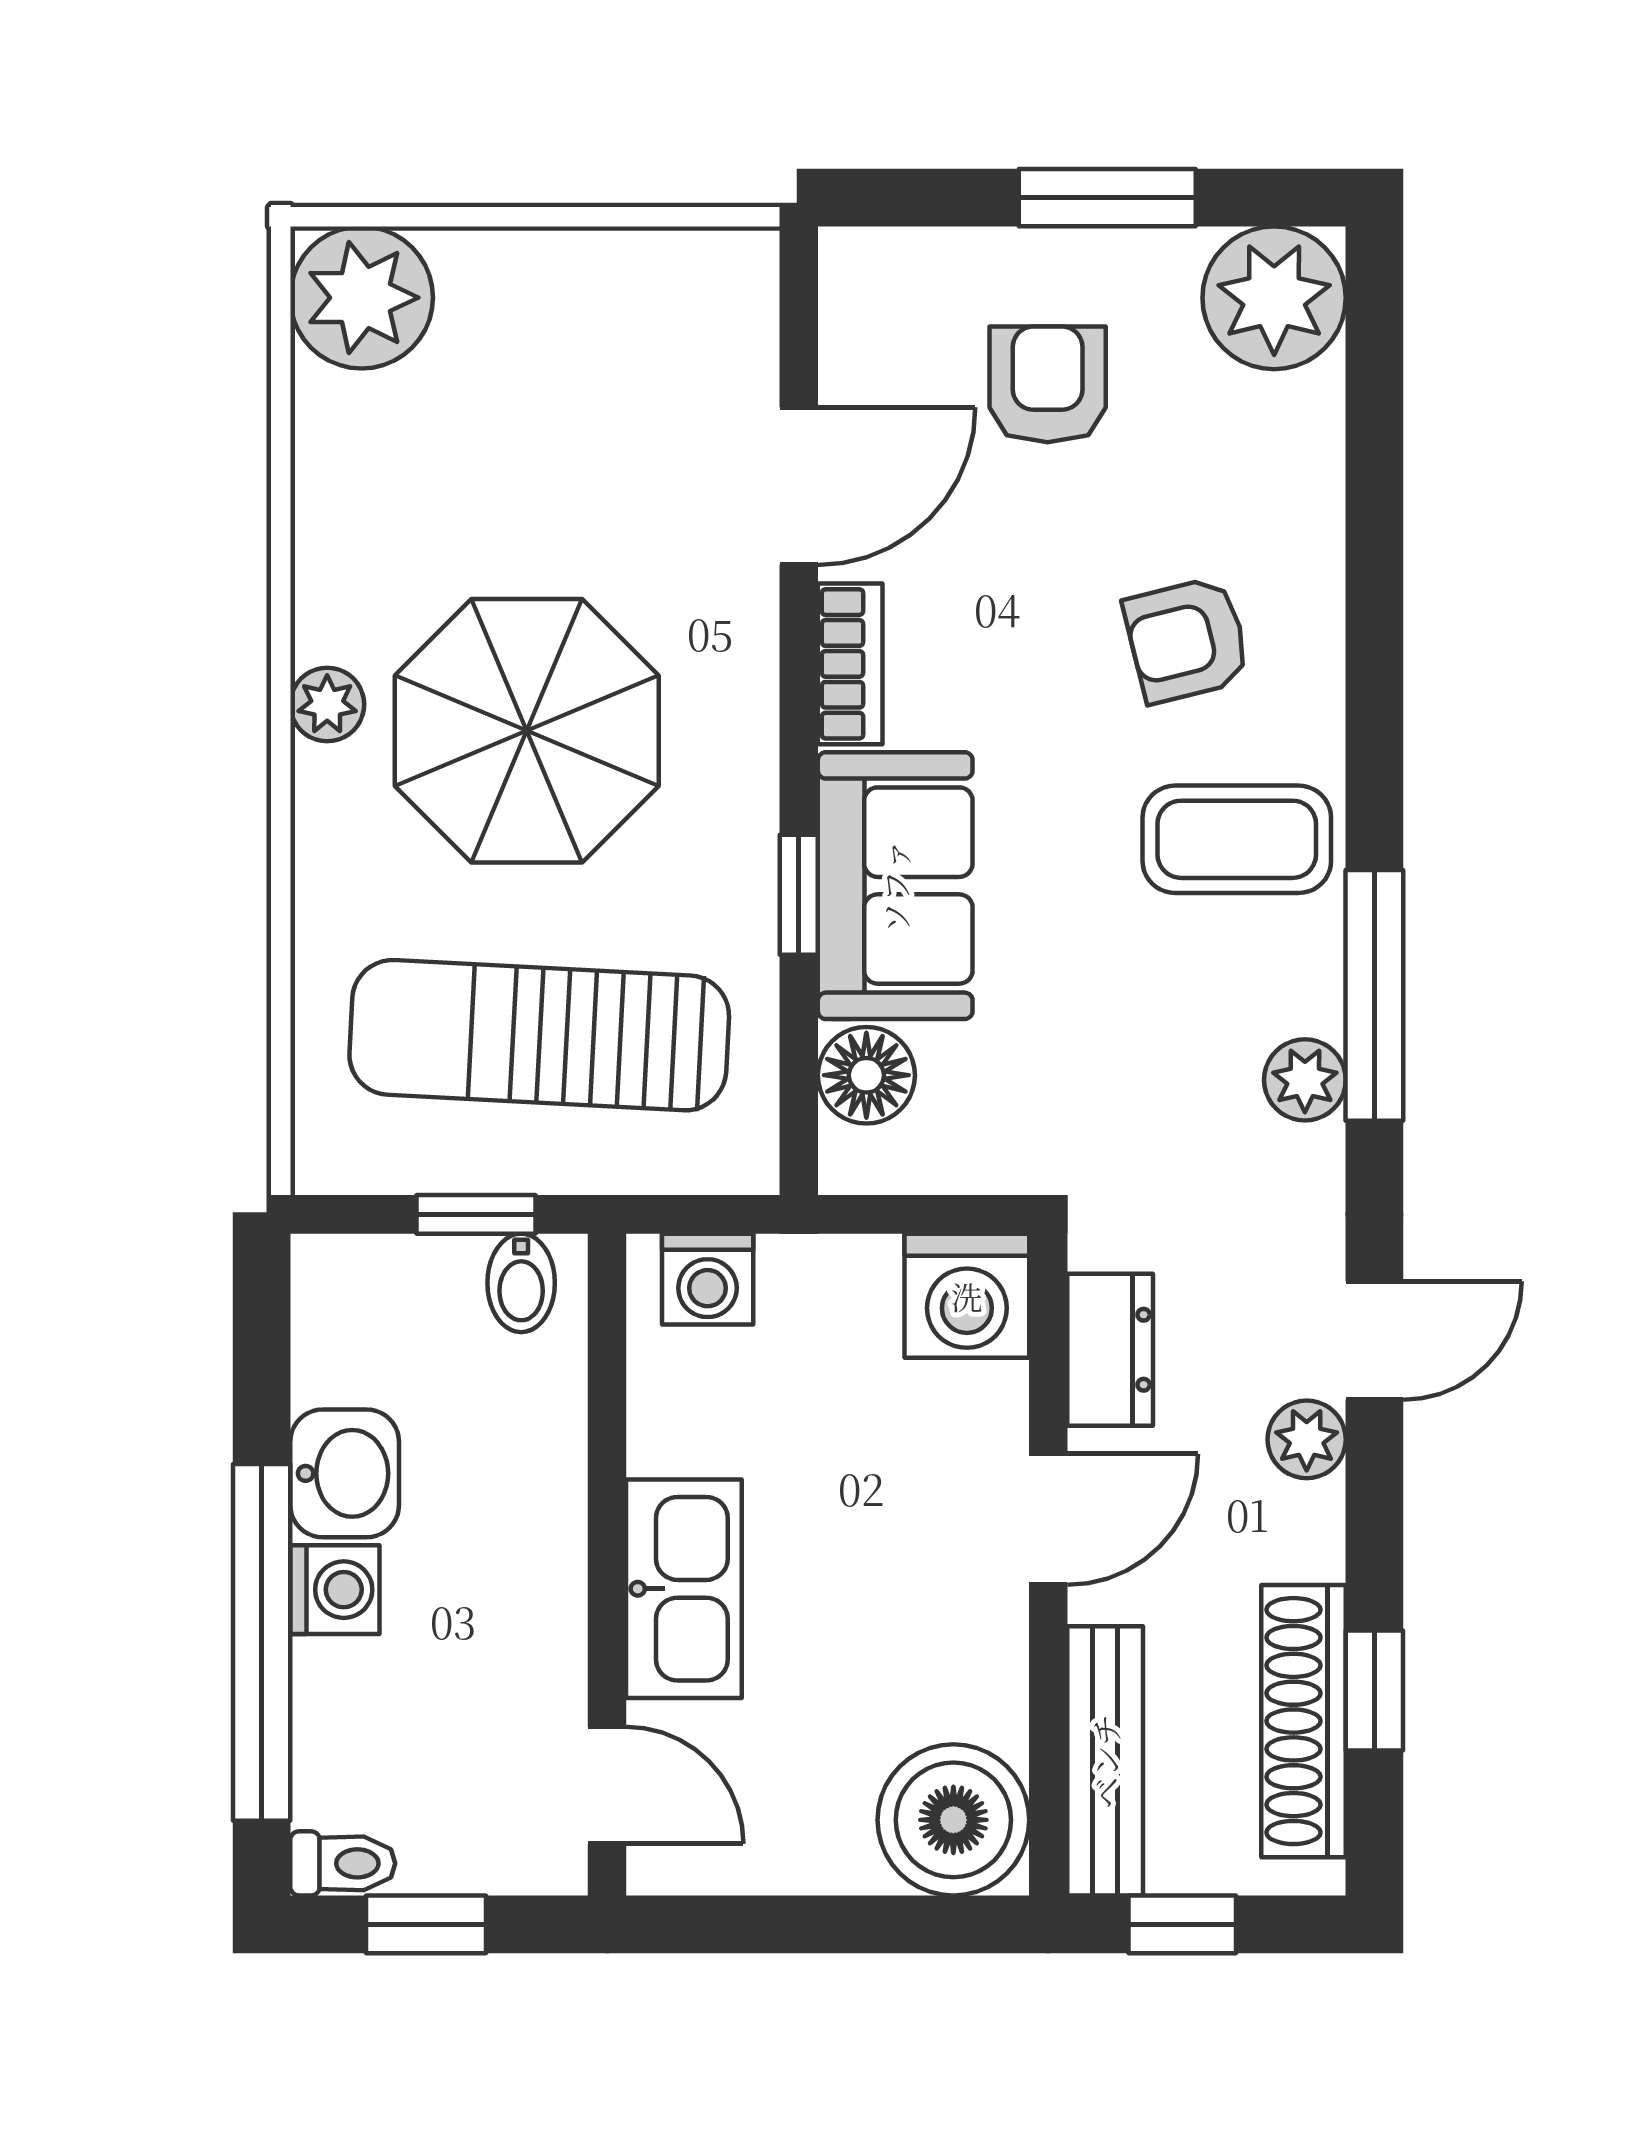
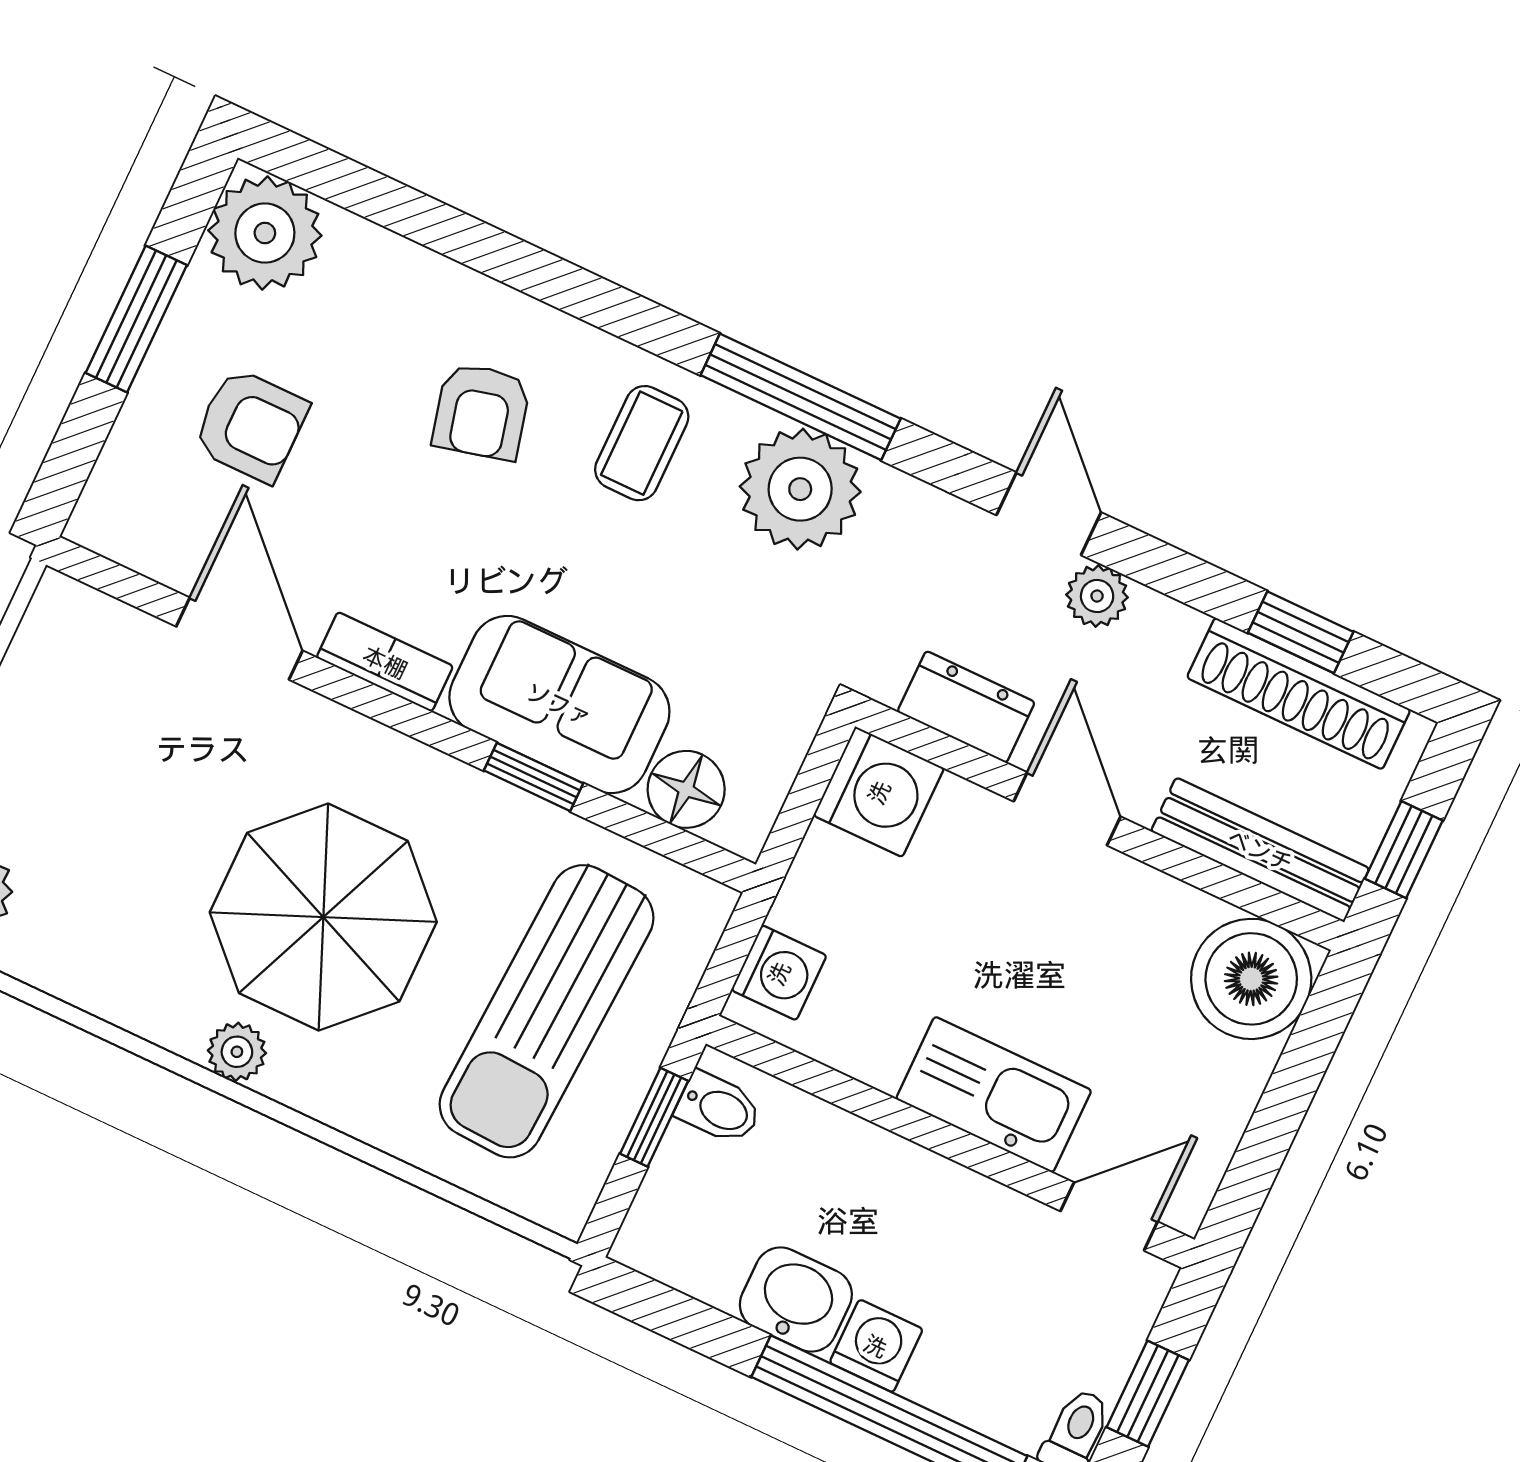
armchair: (1048, 384) -> (251, 425), turned 180
coffee table: (1237, 839) -> (642, 443), width x0.73, depth x0.77
plant: (1305, 1080) -> (800, 489), width x1.87, depth x1.87

